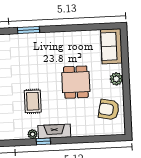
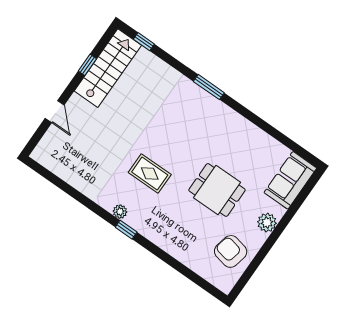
dining table: (76, 82) -> (217, 190), turned 90
rug: (33, 101) -> (150, 174), turned 90
fireplace: (54, 131) -> (148, 228), removed

